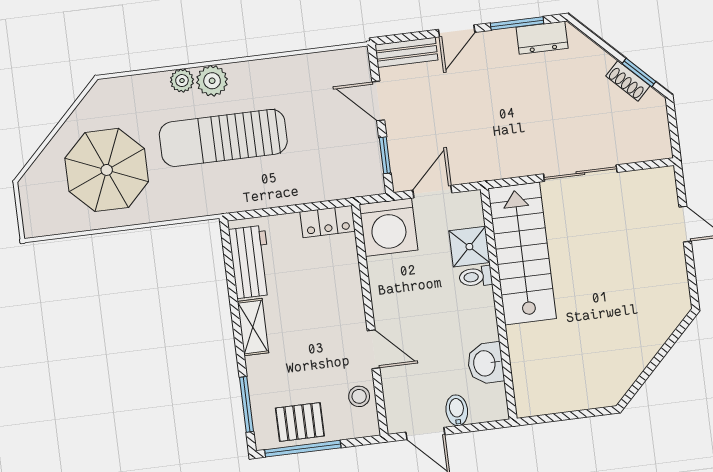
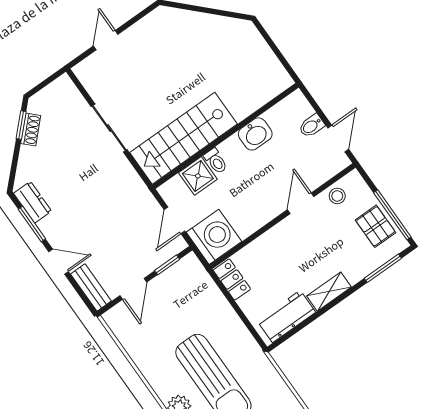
door: (432, 192) -> (174, 220), hinge flipped
washbasin: (485, 363) -> (255, 134), moved

